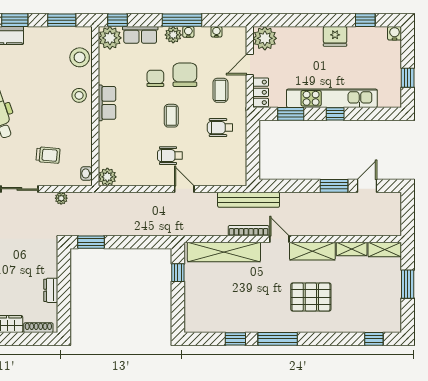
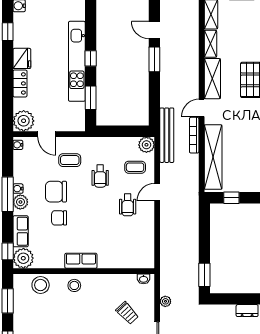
water cooler: (216, 32) -> (18, 145), moved
locker: (261, 92) -> (20, 83), moved, turned 90
coffee table: (171, 116) -> (135, 167), moved
wheelchair: (220, 128) -> (100, 176), moved
trolley: (48, 155) -> (127, 313), turned 132
plant: (107, 177) -> (146, 145), moved

